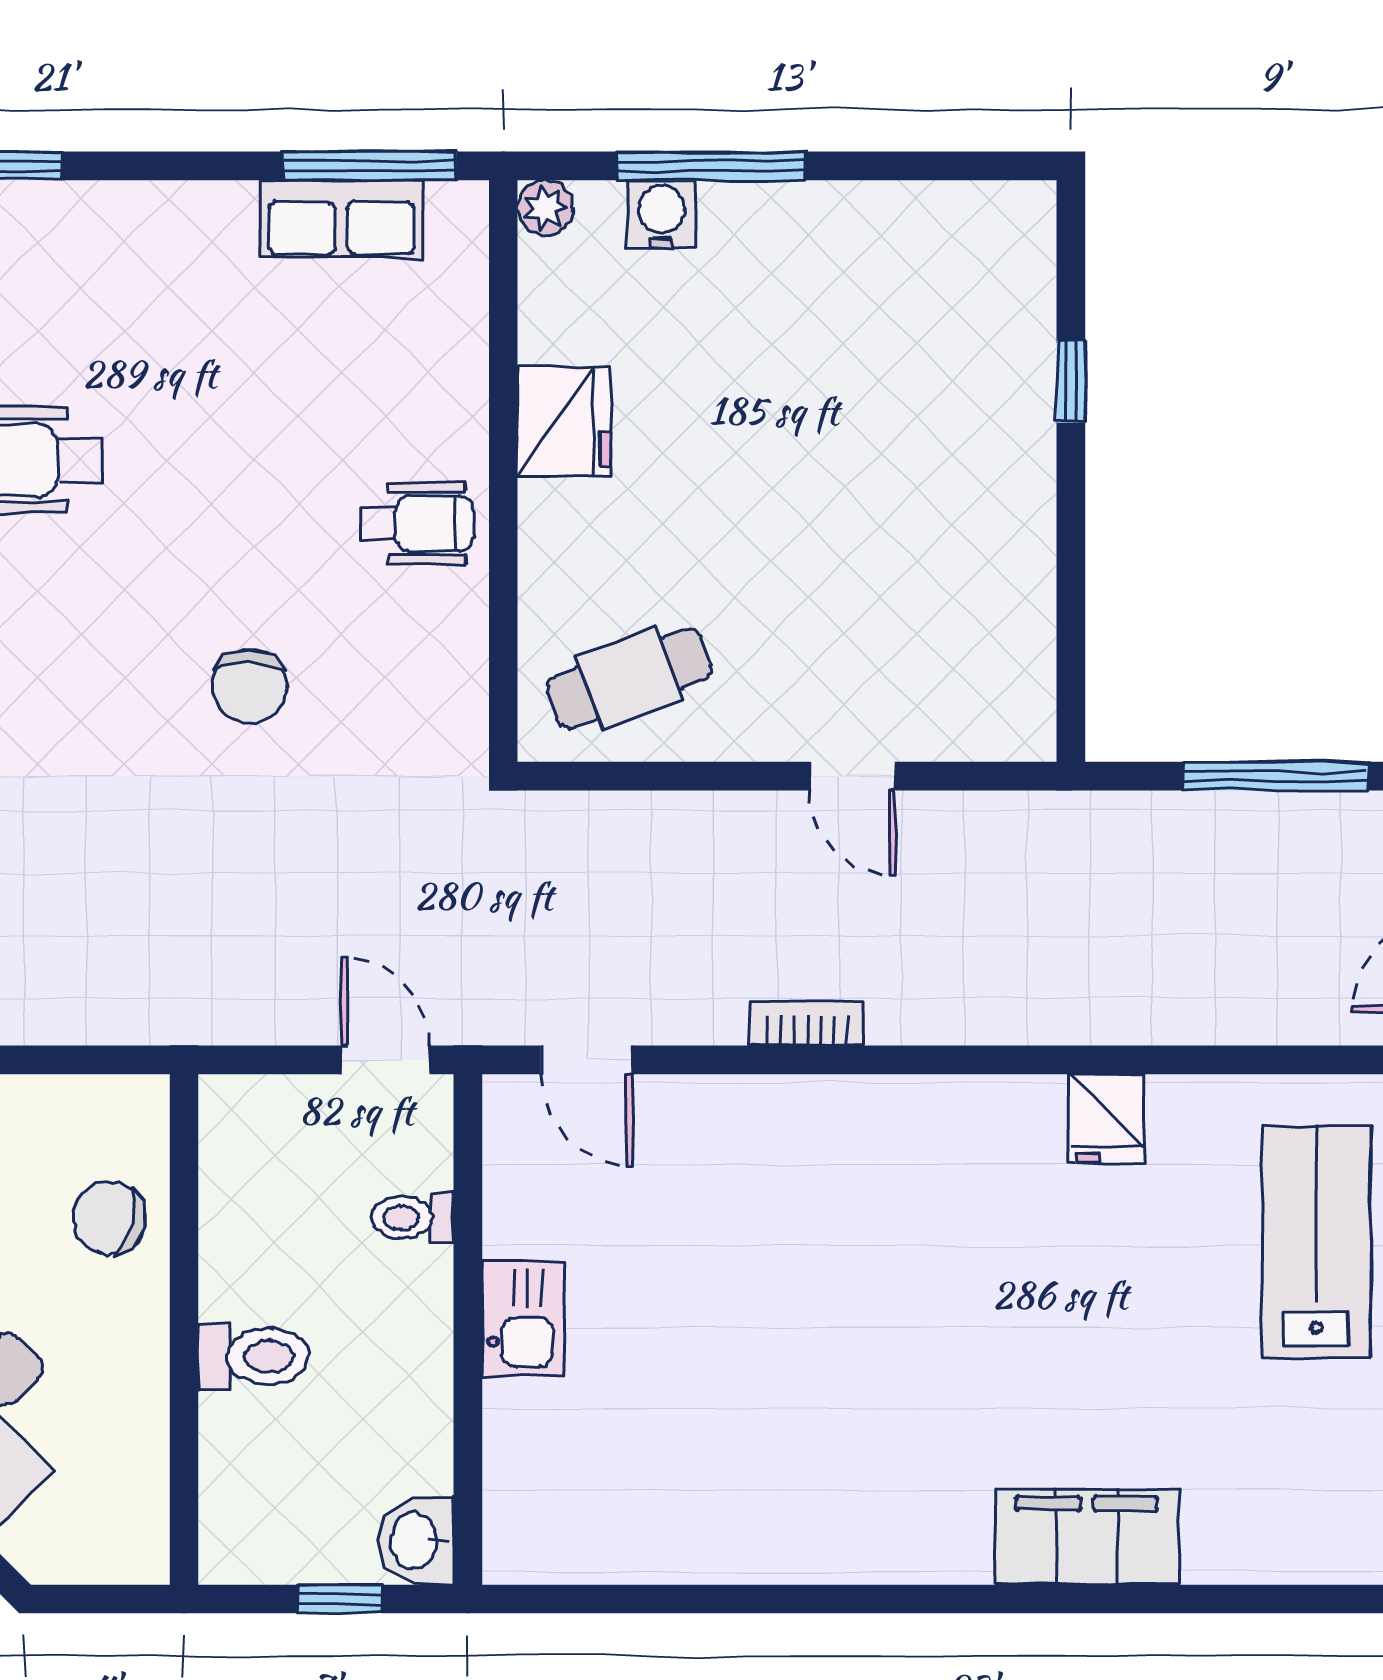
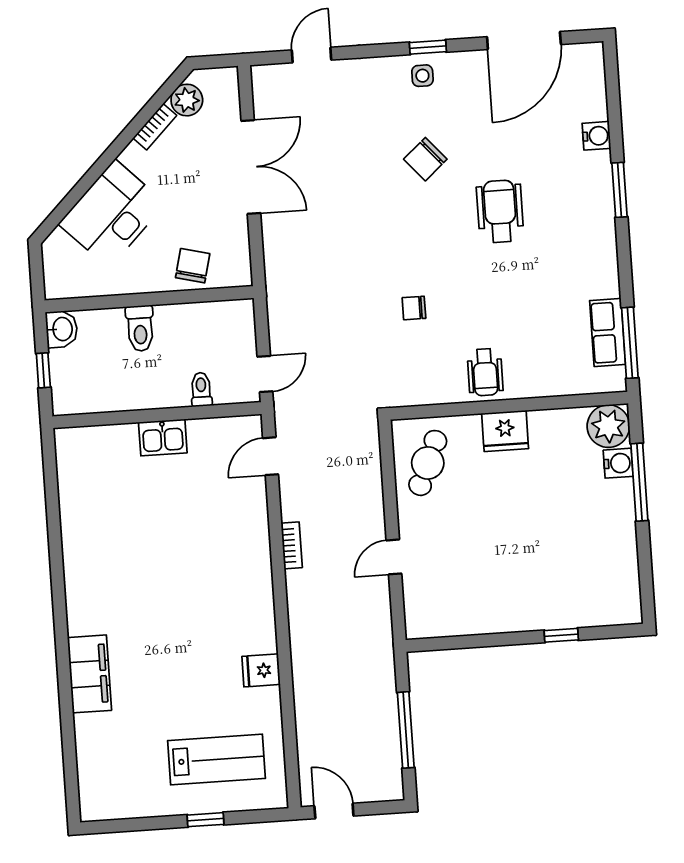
plant: (545, 208) -> (608, 426), width x1.88, depth x1.88
fridge: (564, 421) -> (505, 431), moved
cafe table: (629, 678) -> (428, 463), turned 43
chair: (249, 686) -> (414, 308), width x0.73, depth x0.73
washbasin: (416, 1541) -> (62, 329), moved, turned 90

